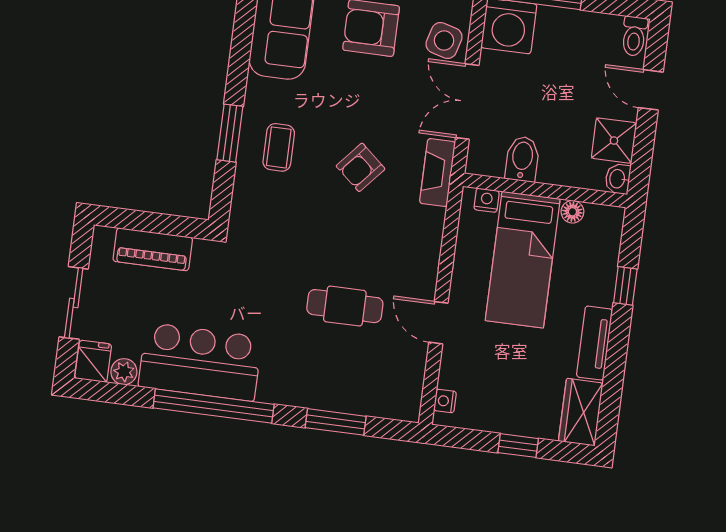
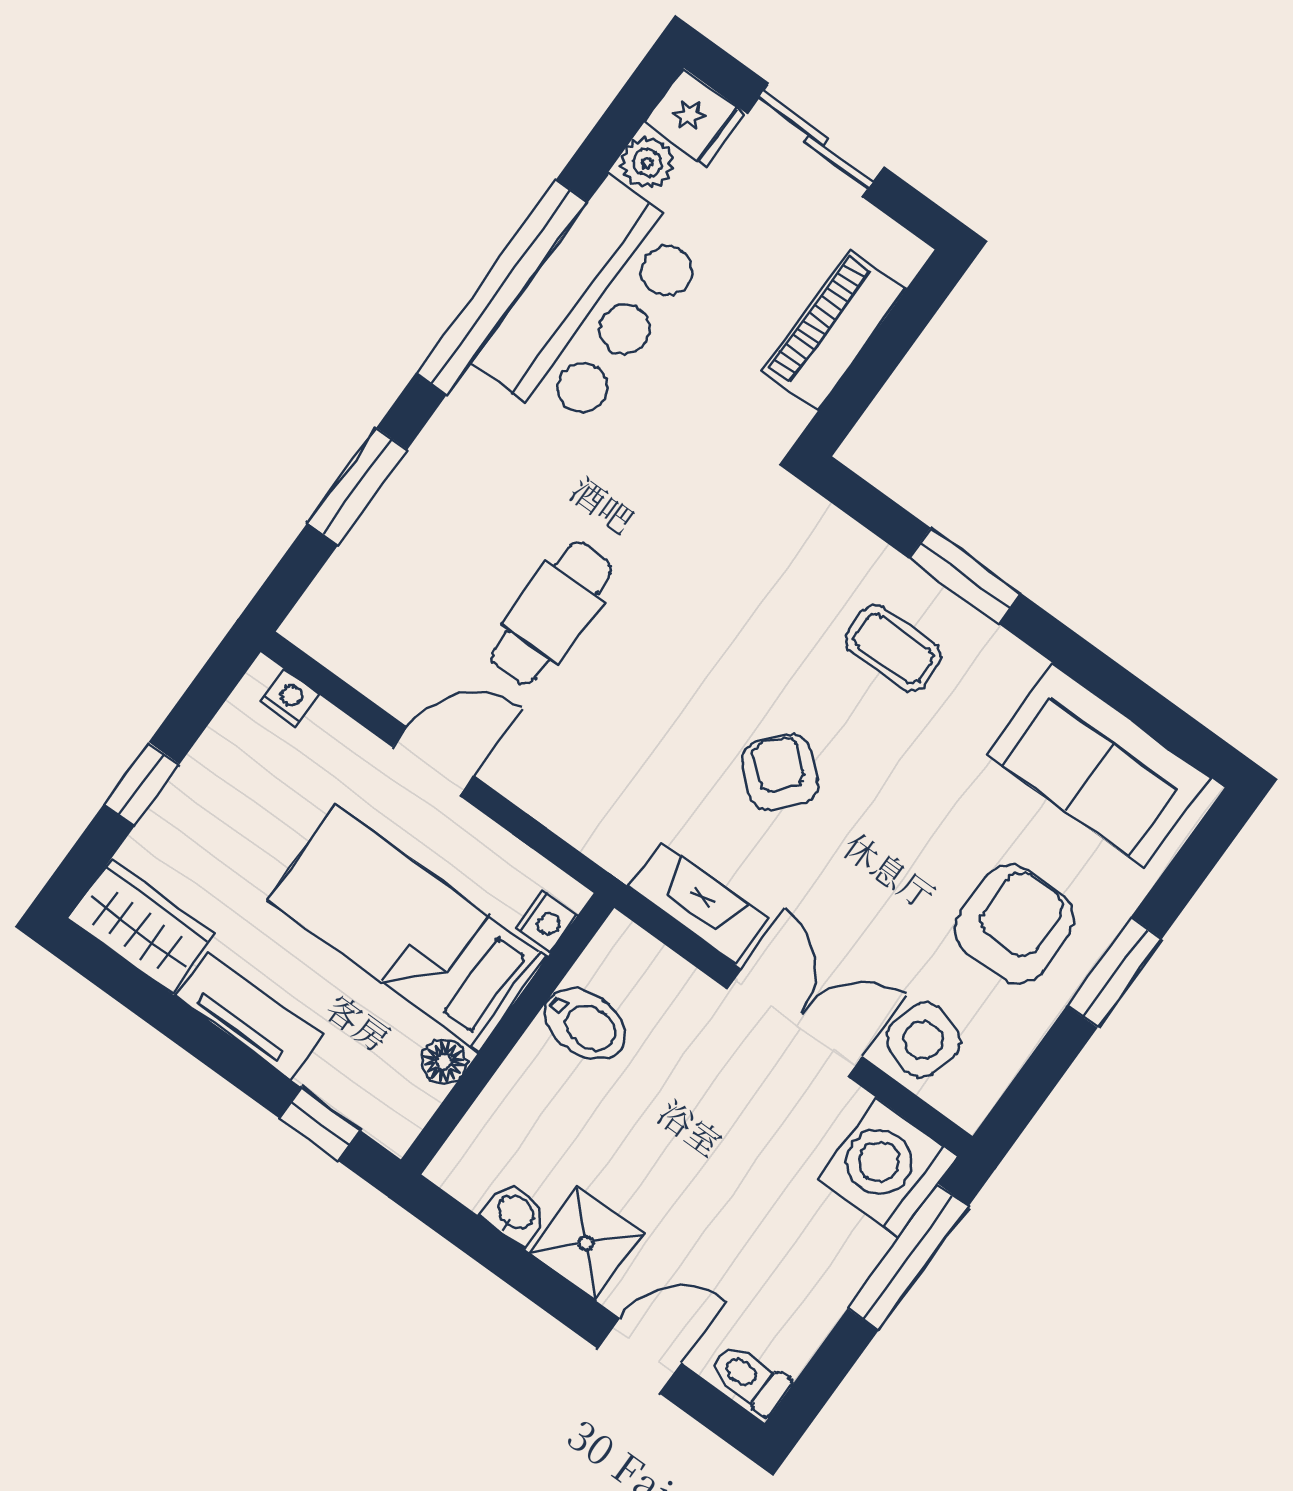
bidet: (522, 159) -> (585, 1024), moved
wall: (545, 190) -> (508, 1034), moved
nightstand: (487, 200) -> (546, 922), moved
floor lamp: (572, 212) -> (444, 1061), moved
bed: (523, 260) -> (407, 928), moved

